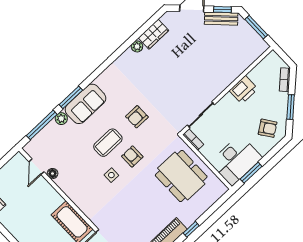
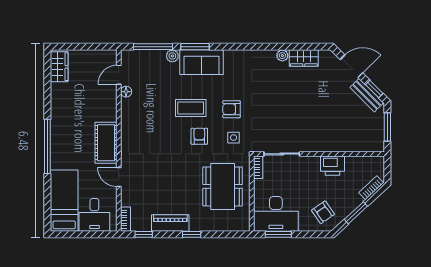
side table: (111, 175) -> (234, 138), moved

